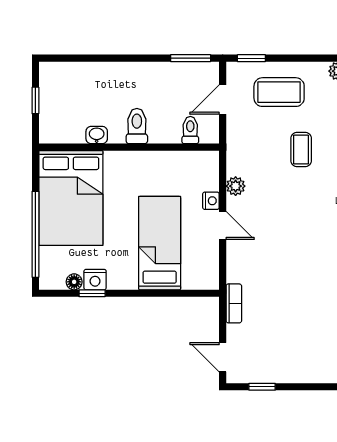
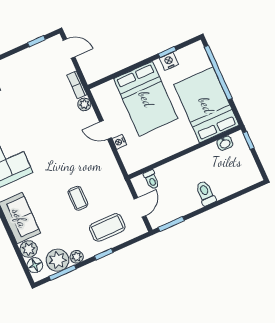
window: (251, 58) -> (104, 254), moved
window: (35, 100) -> (248, 140), moved
toilet: (137, 126) -> (206, 193), moved, turned 180
washbasin: (97, 135) -> (225, 143), moved
plant: (236, 186) -> (84, 104), moved
bed: (160, 243) -> (146, 99), width x1.50
floor lamp: (74, 282) -> (181, 54), removed

